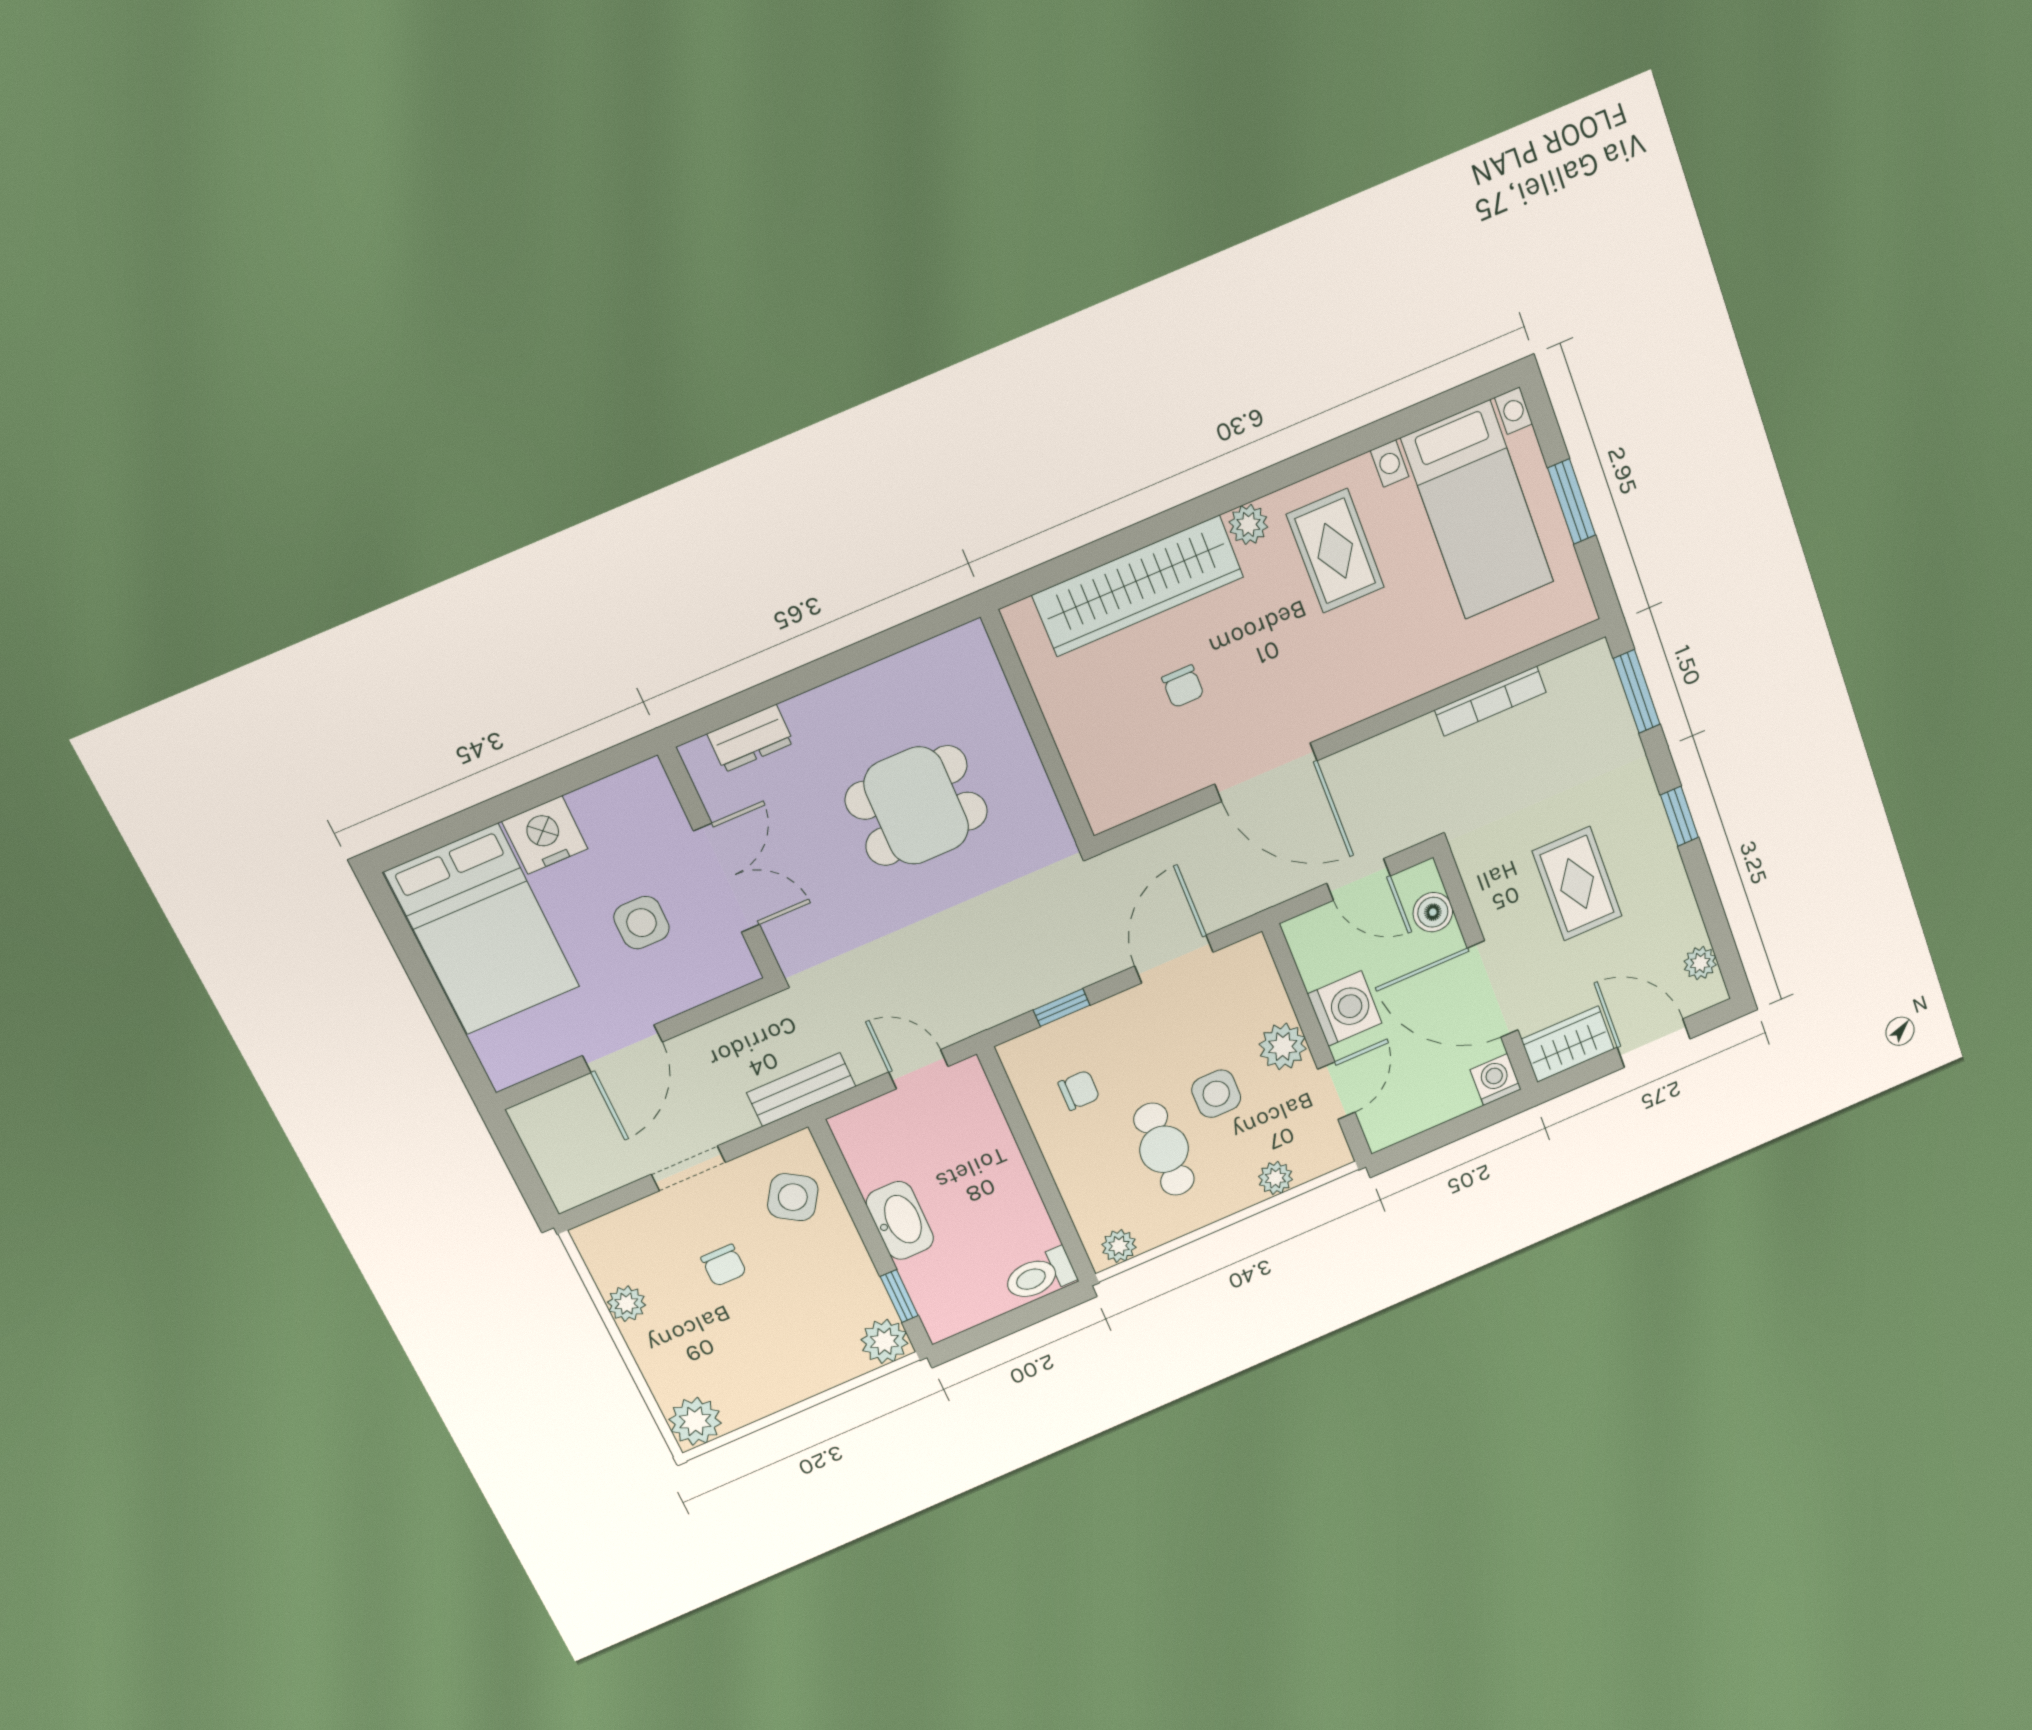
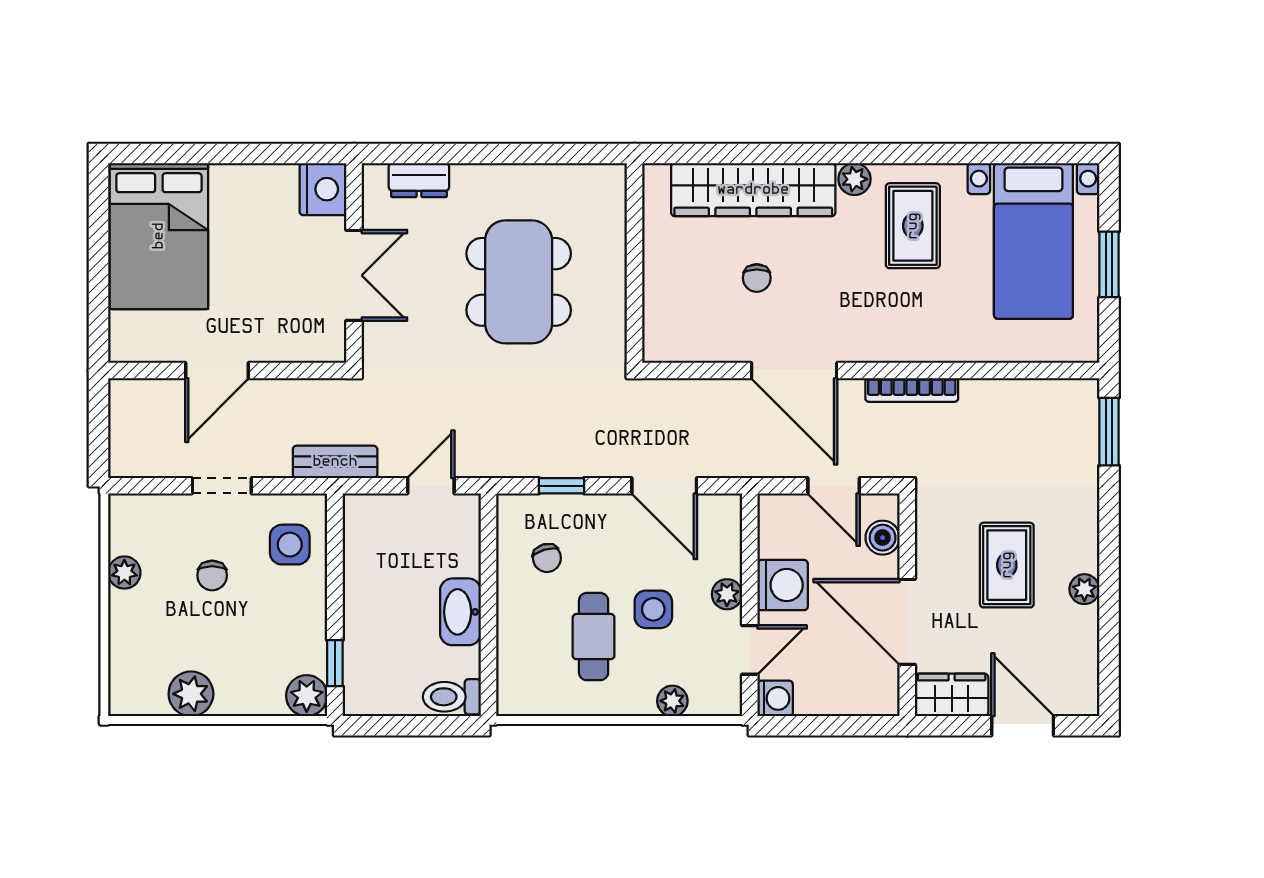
bookcase: (1490, 701) -> (912, 390), moved
dining table: (916, 806) -> (519, 282), width x1.38
window: (1680, 816) -> (1109, 546), removed
nightstand: (545, 835) -> (323, 189), moved, turned 90
side table: (641, 923) -> (276, 281), removed
door: (1174, 959) -> (664, 486), swing flipped
plant: (1700, 963) -> (1084, 589), moved
plant: (1283, 1047) -> (727, 594), width x0.73, depth x0.73
door: (918, 1069) -> (431, 486), hinge flipped
washing machine: (1496, 1080) -> (775, 698), moved, turned 90
chair: (1079, 1090) -> (547, 558), turned 73
side table: (793, 1197) -> (290, 545), turned -33
washbasin: (900, 1221) -> (460, 612), moved, turned 180
plant: (1119, 1246) -> (525, 701), removed
plant: (695, 1421) -> (191, 694), moved

